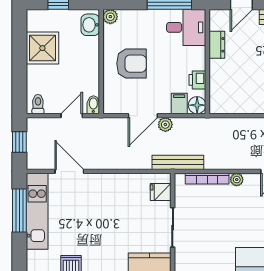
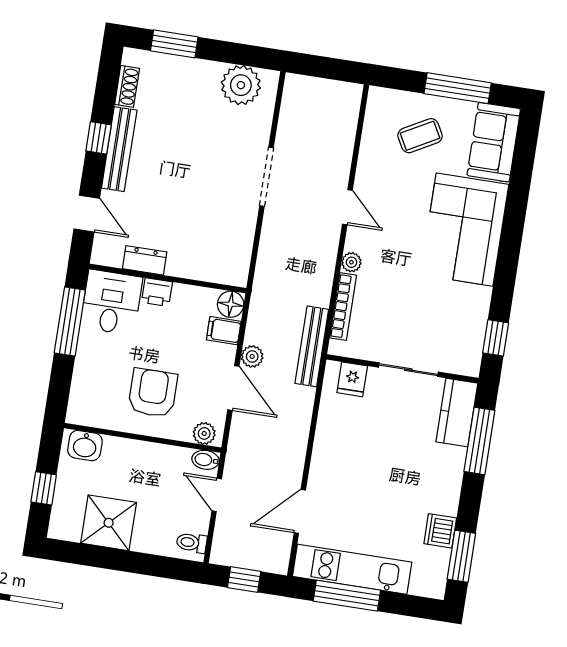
plant: (110, 17) -> (204, 433), moved
printer: (197, 80) -> (157, 292), moved

